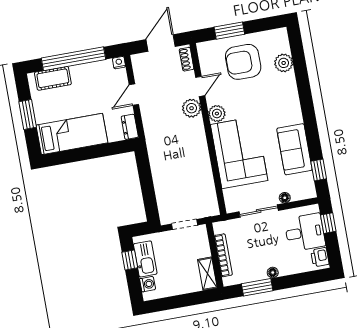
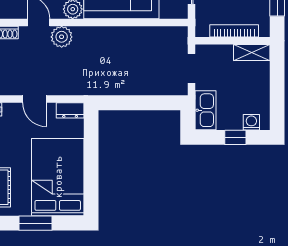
bed: (72, 134) -> (58, 177), width x1.50
kitchen sink: (145, 259) -> (205, 110), moved, turned 90
window: (130, 260) -> (235, 137), moved

